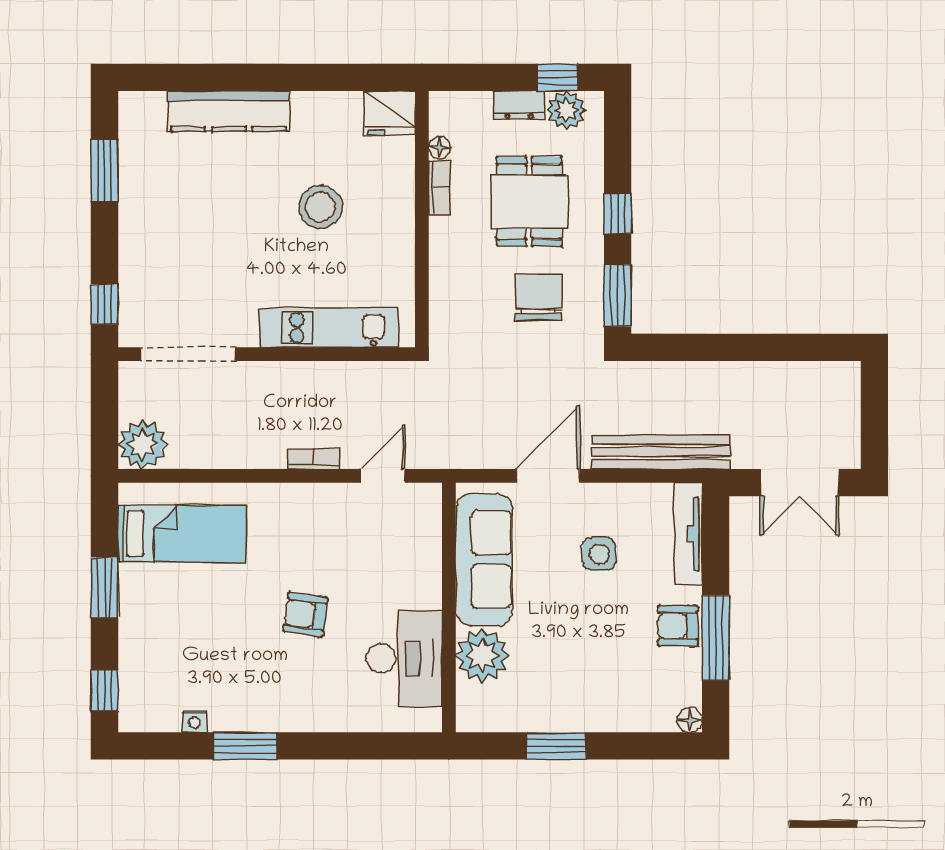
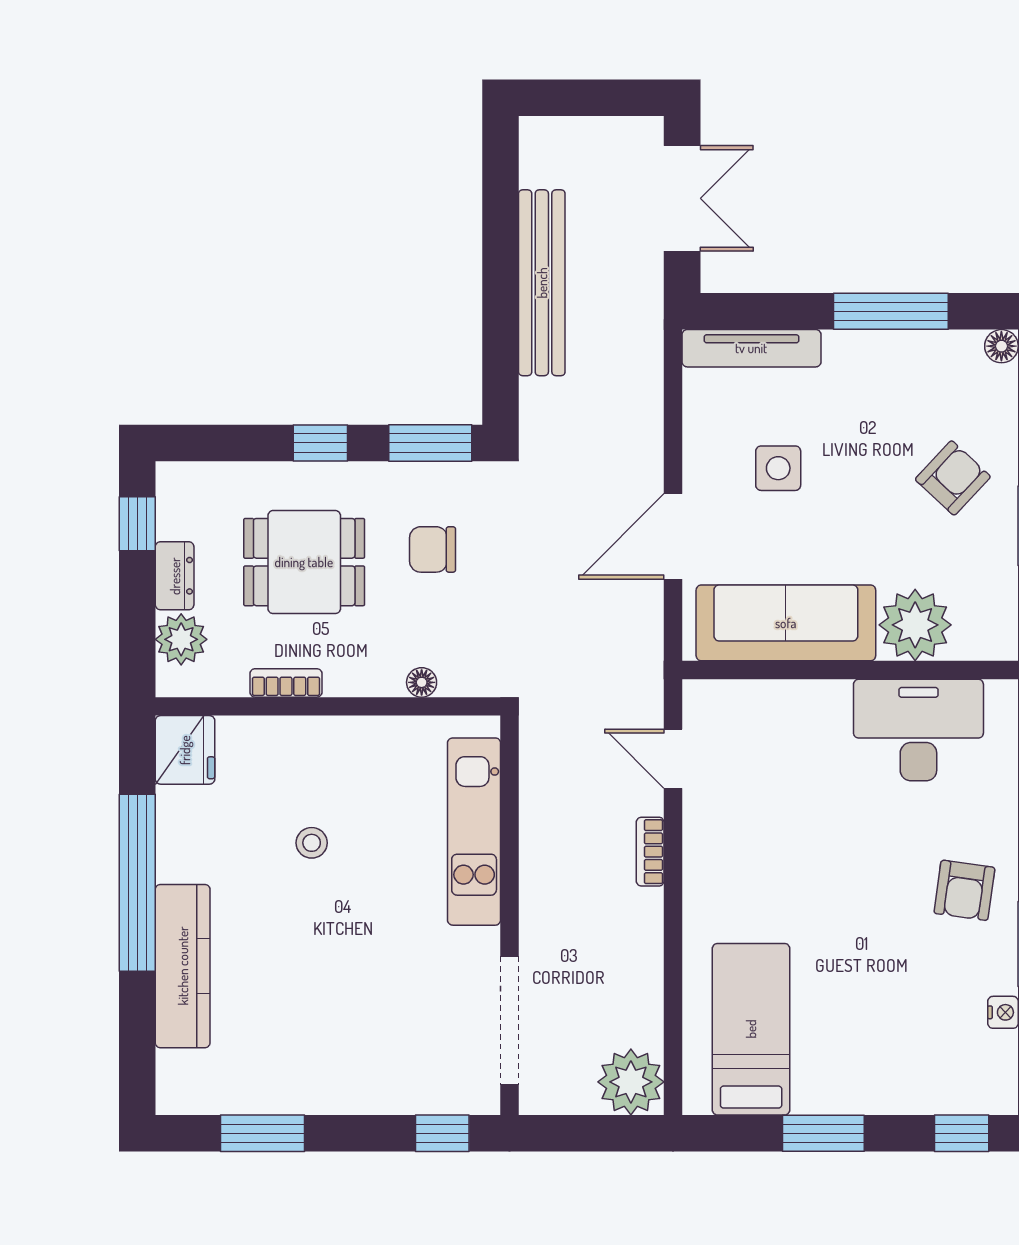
window: (291, 77) -> (137, 883), added
plant: (566, 110) -> (181, 639), moved
floor lamp: (440, 147) -> (422, 682), moved
stool: (320, 207) -> (312, 843), width x0.53, depth x0.53
chair: (539, 297) -> (433, 549), width x0.73, depth x0.73
bench: (661, 452) -> (542, 283), moved
door: (548, 476) -> (673, 536), hinge flipped
armchair: (305, 615) -> (964, 890), moved
armchair: (678, 626) -> (953, 478), moved, turned -137

